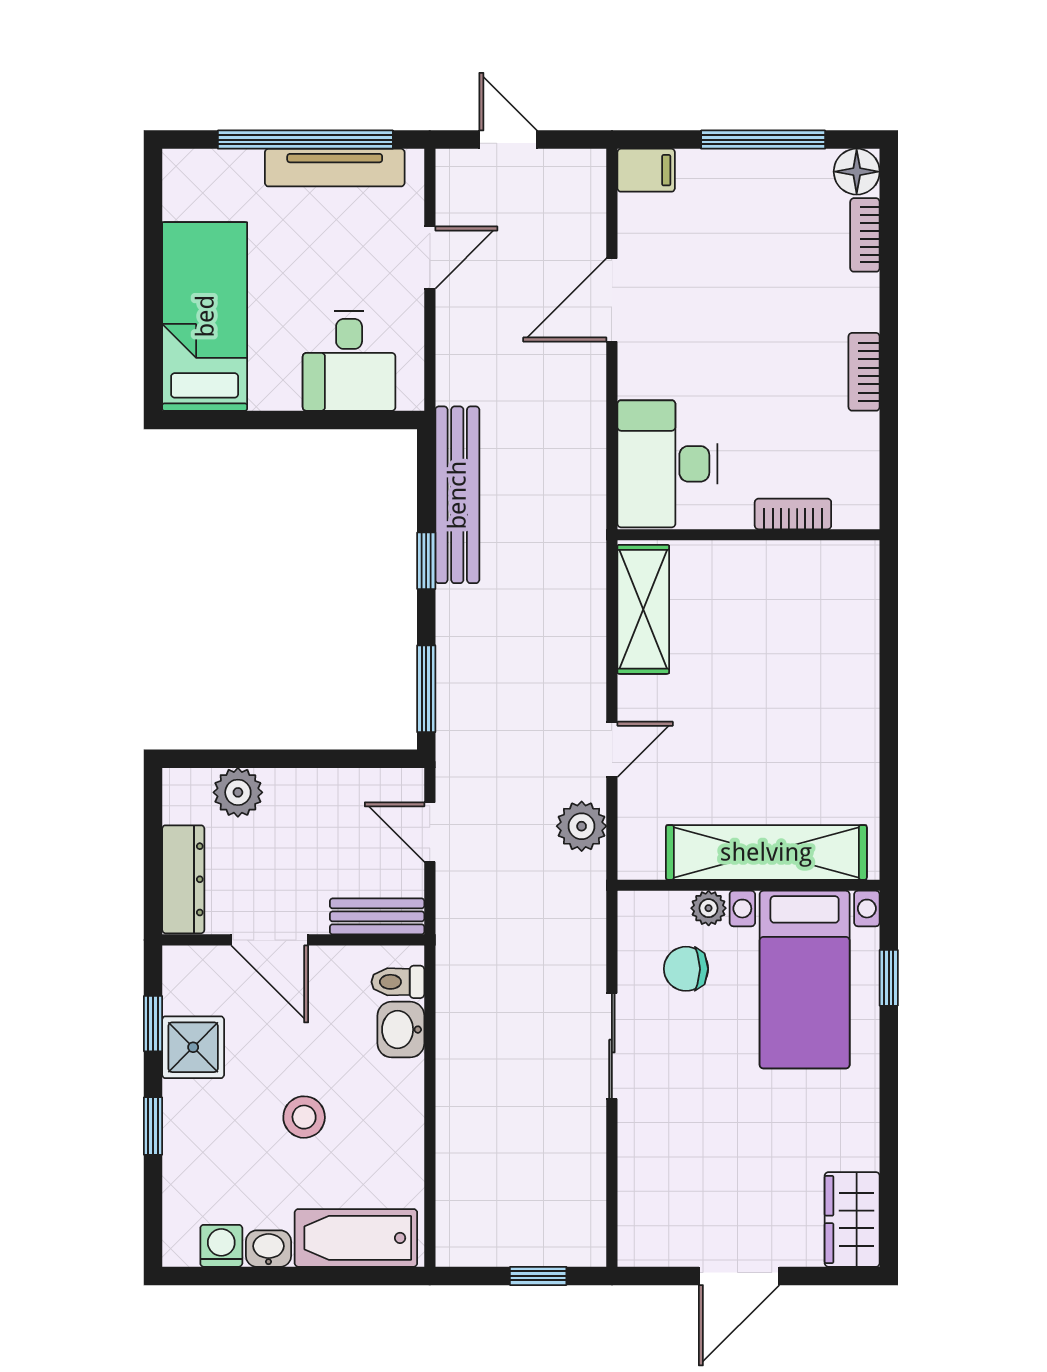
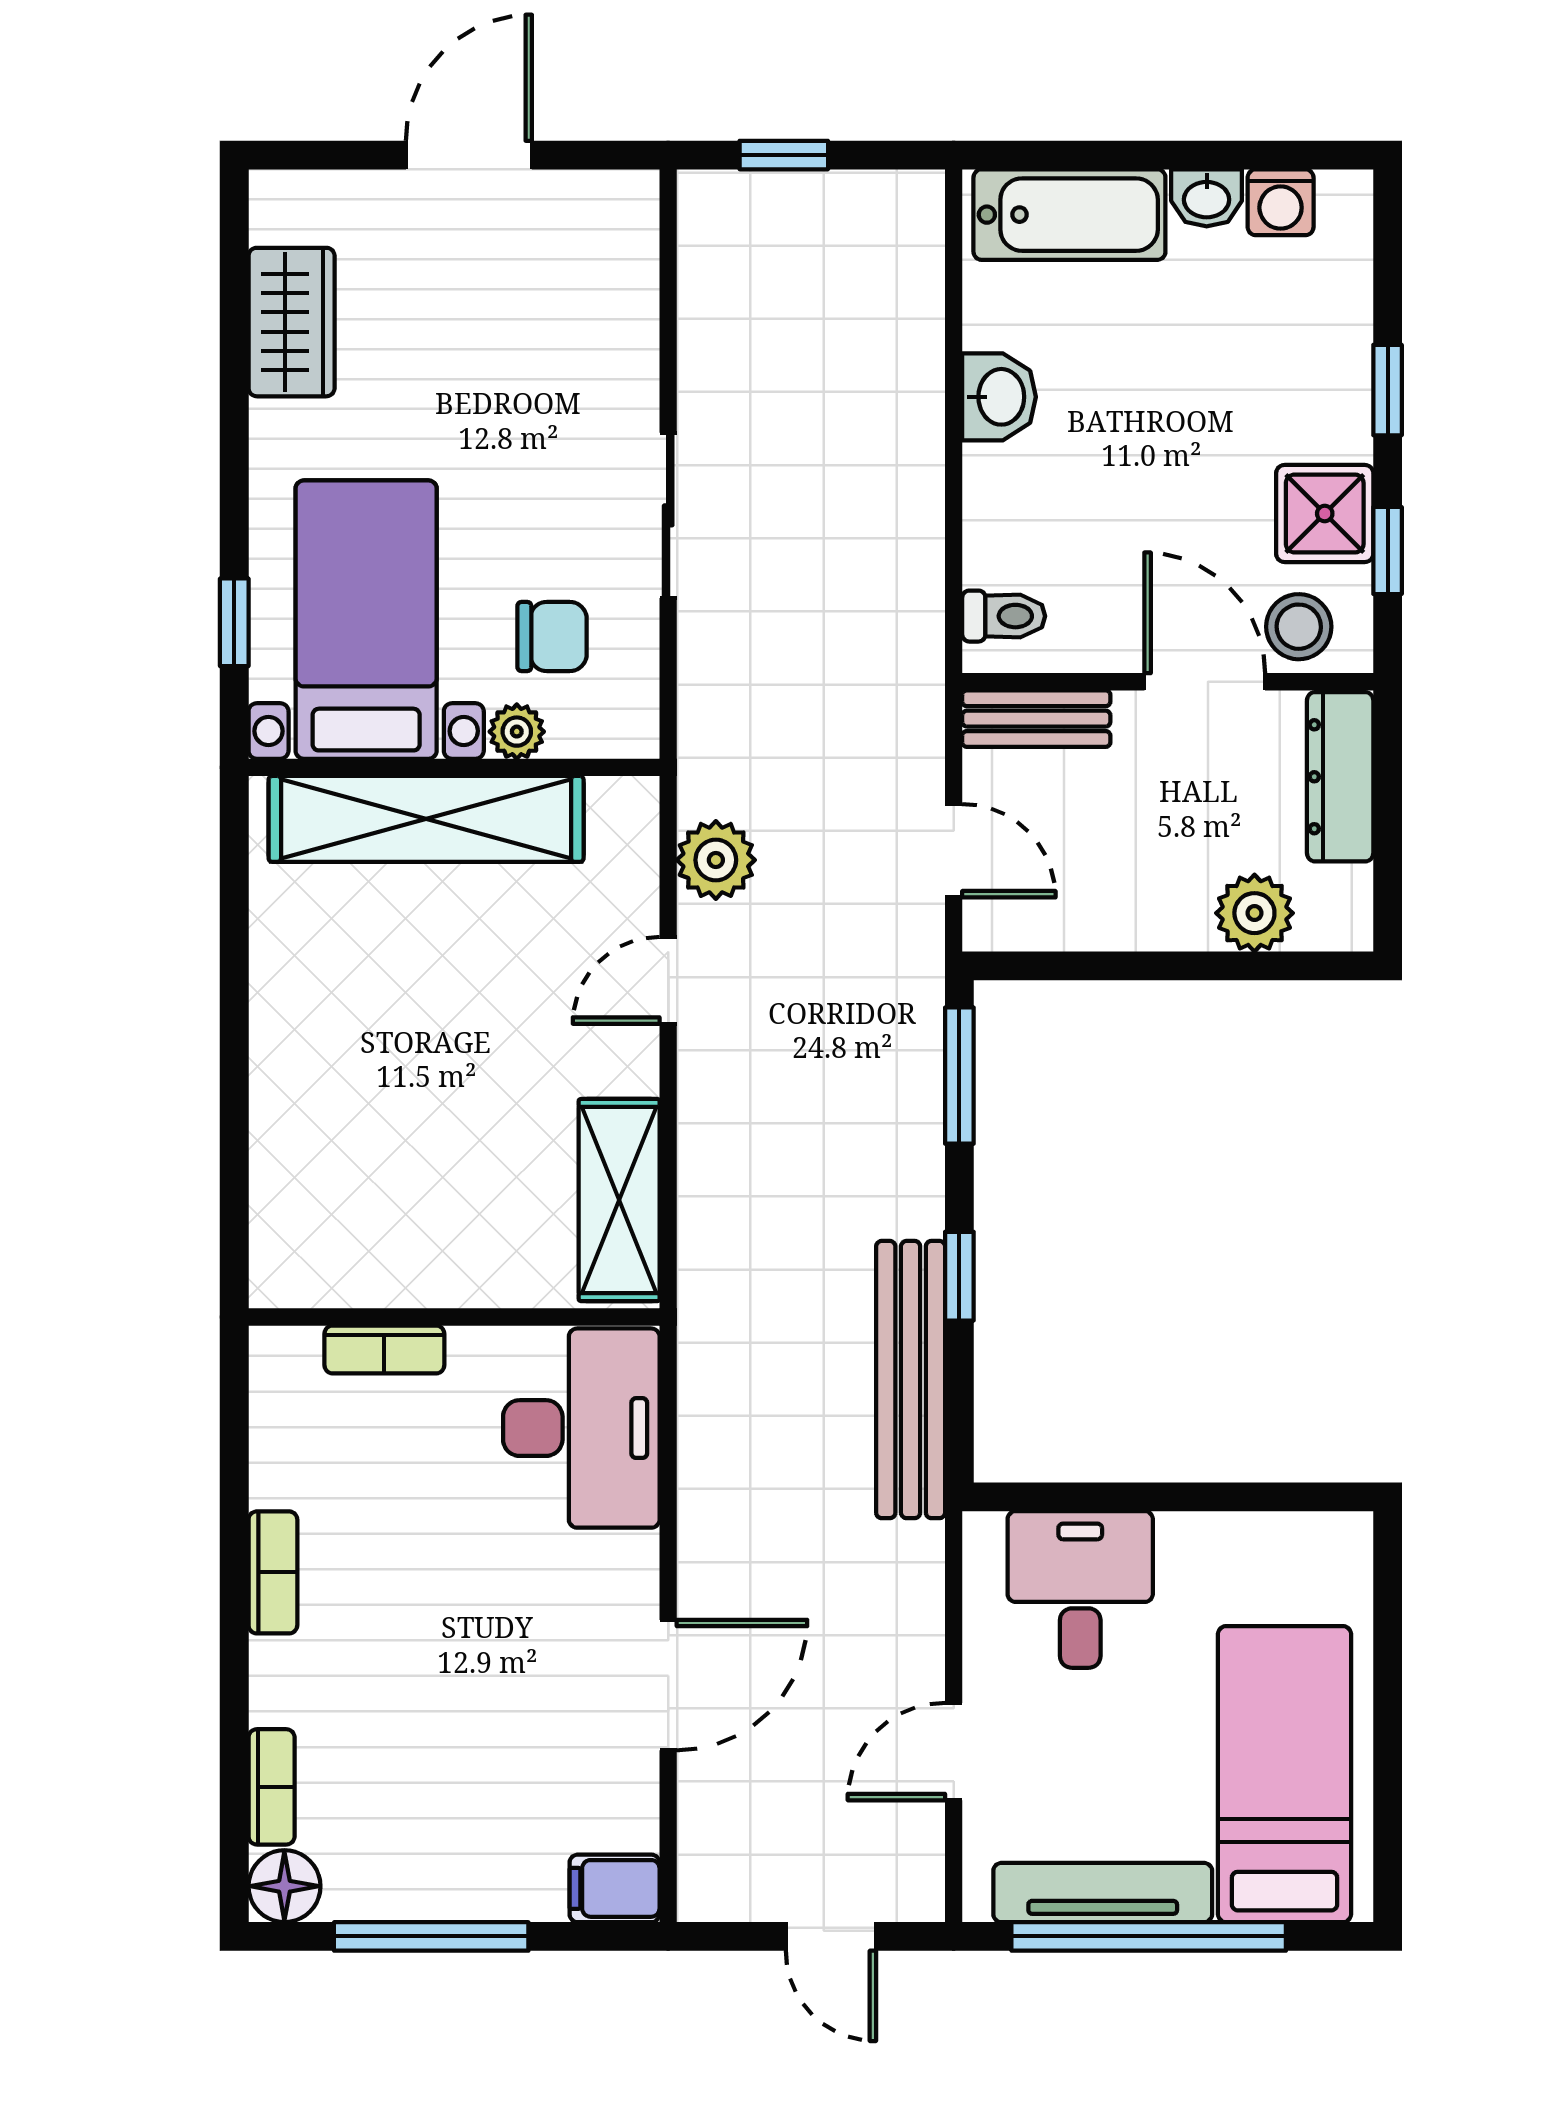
bed: (205, 316) -> (1285, 1774), moved, turned 180
washbasin: (401, 1030) -> (999, 397), moved
stool: (304, 1117) -> (1299, 627), moved
wardrobe: (852, 1219) -> (292, 322), moved

